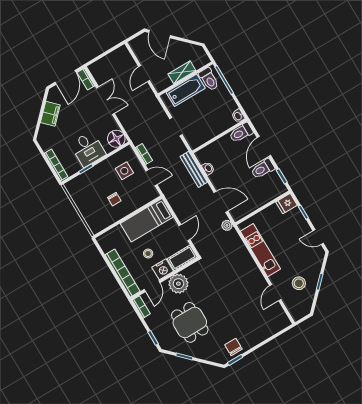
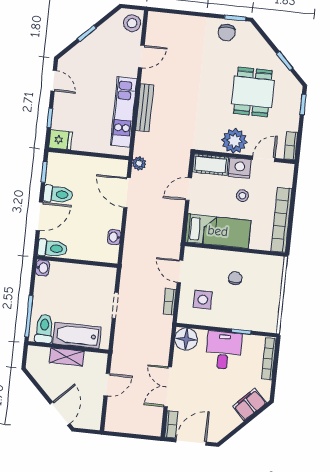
filing cabinet: (50, 114) -> (249, 404), moved
bench: (194, 169) -> (145, 108), moved
bookcase: (123, 273) -> (281, 220), moved
stool: (299, 283) -> (132, 23), moved

